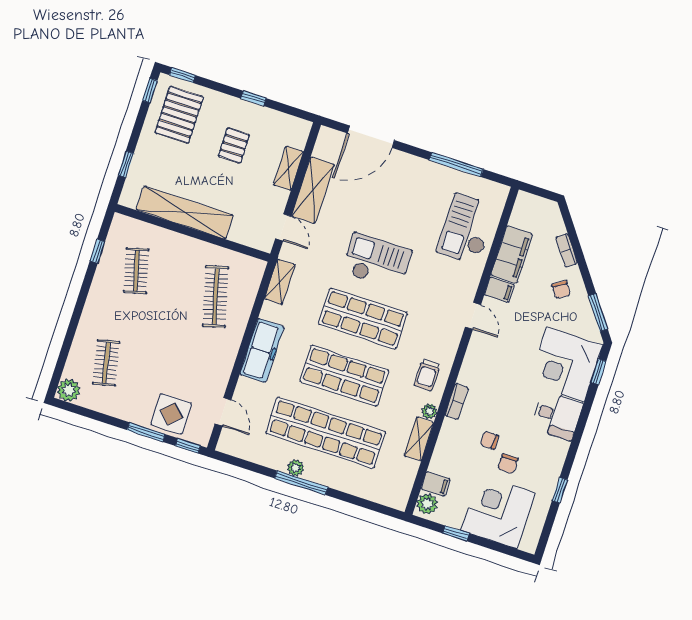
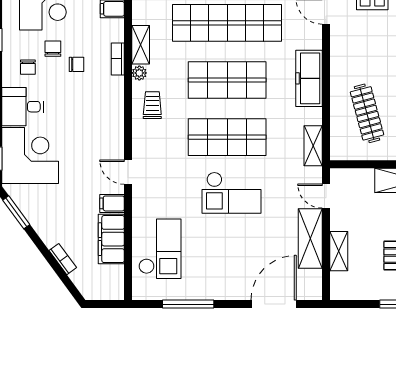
chair: (561, 290) -> (28, 67), moved, turned -147
bookcase: (457, 402) -> (118, 59), moved

